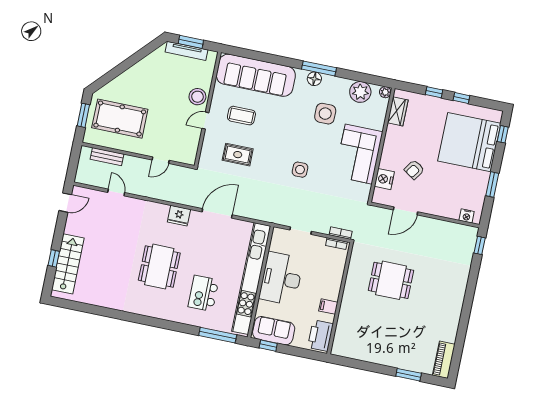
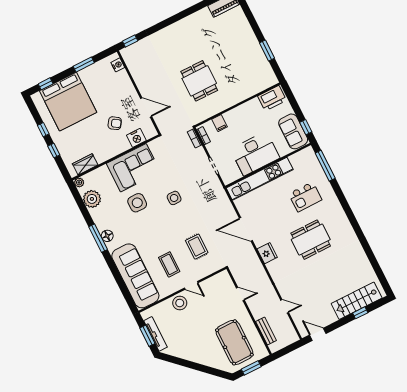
side table: (325, 114) -> (137, 203), moved
door: (116, 192) -> (285, 306), swing flipped
kitchen unit: (251, 279) -> (260, 179), width x0.73
filing cabinet: (328, 307) -> (220, 123), moved
window: (409, 375) -> (267, 50), moved

